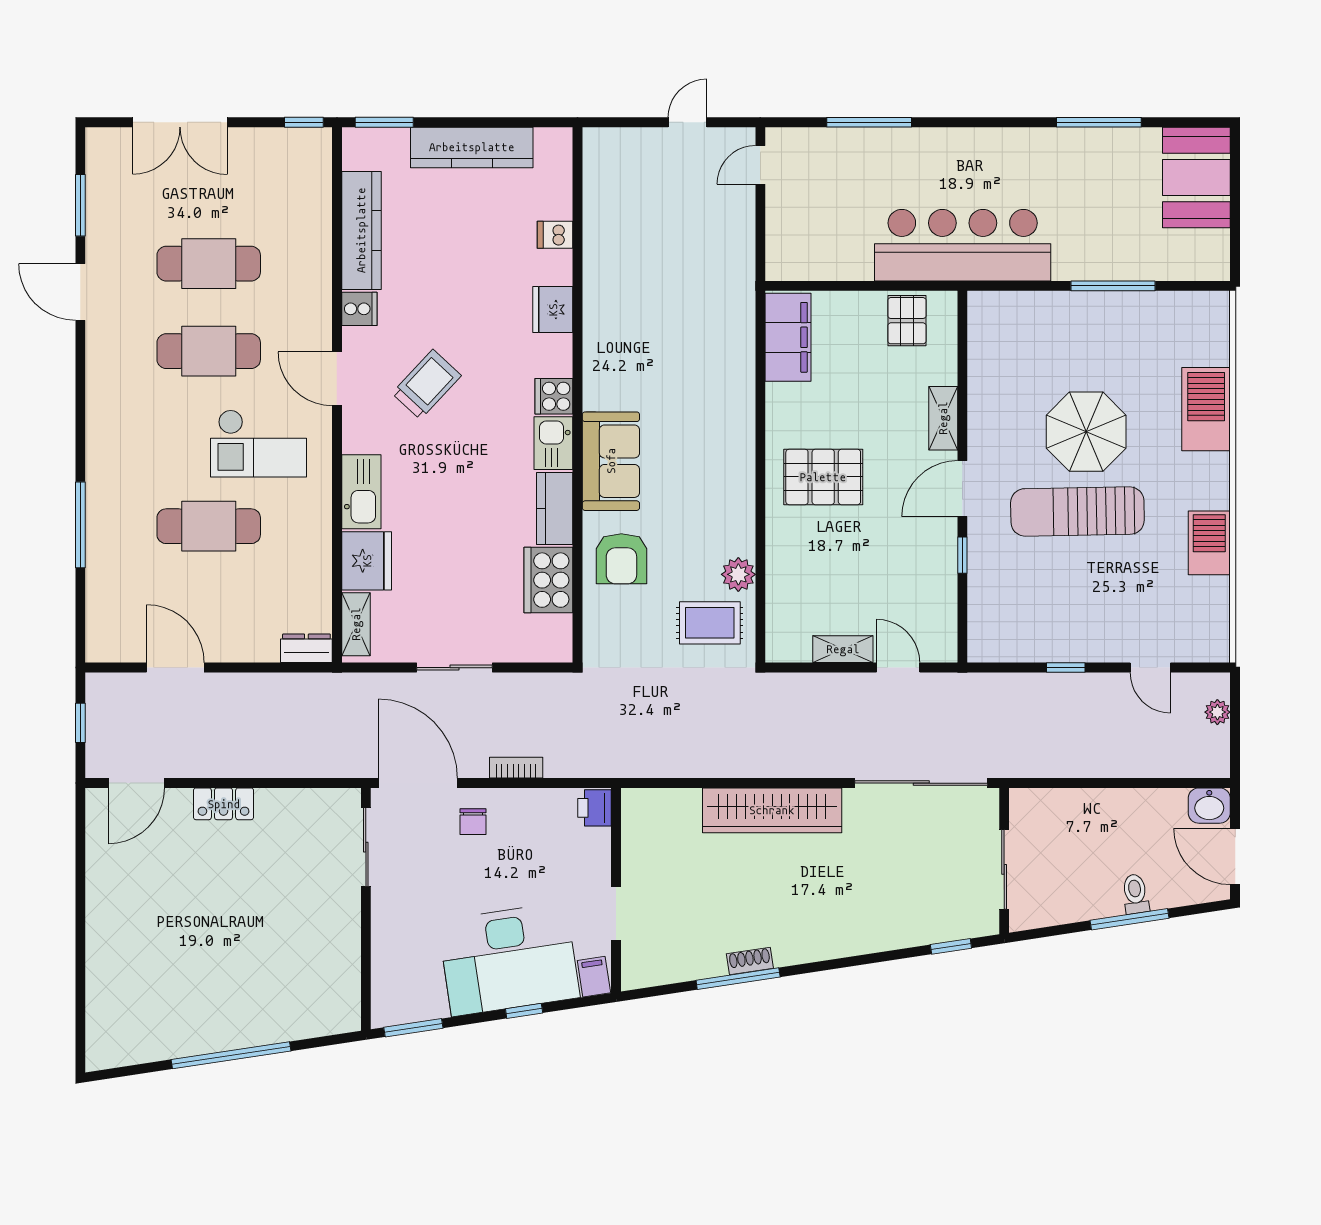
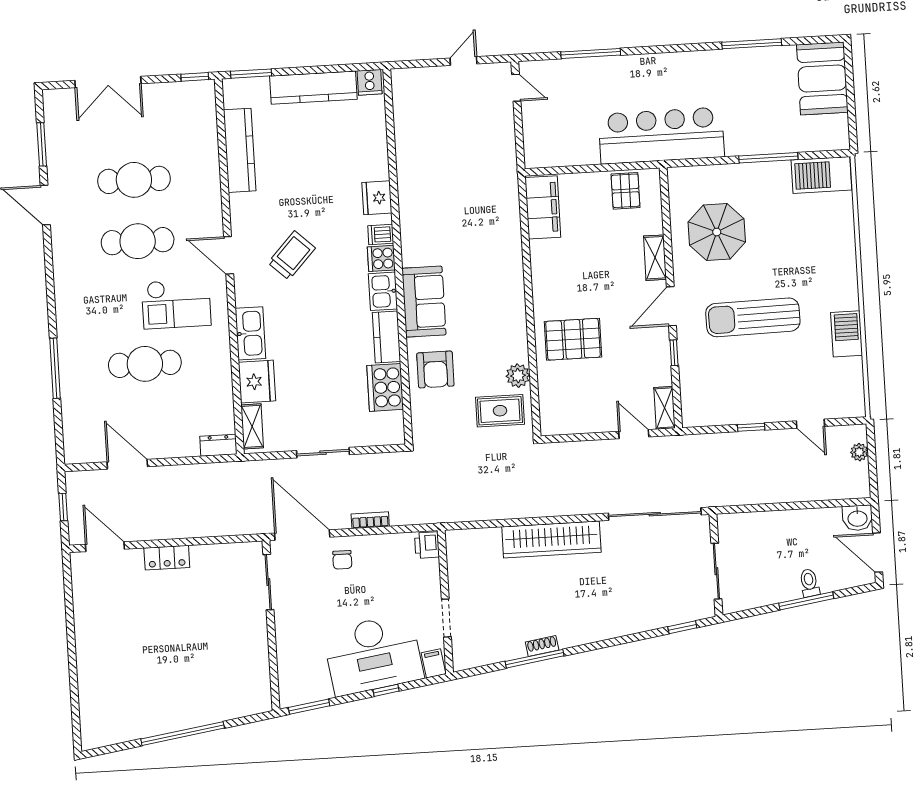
door: (760, 165) -> (516, 88), swing flipped
dishwasher: (555, 235) -> (381, 235), moved
cooker: (359, 309) -> (370, 82), moved, turned 90
barbecue: (1206, 409) -> (821, 175), moved, turned -90
parasol: (1086, 432) -> (717, 232), moved
pallet: (823, 477) -> (573, 339), moved
shelving: (843, 649) -> (664, 408), moved, turned 90
door: (136, 783) -> (105, 547), swing flipped

